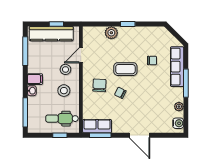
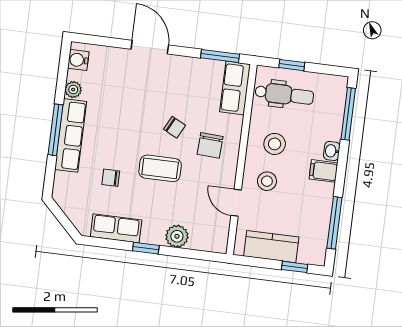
window: (56, 24) -> (295, 267), moved
row of seats: (146, 33) -> (116, 228), added
kitchen counter: (51, 34) -> (271, 247), width x0.67
door: (81, 55) -> (236, 203), swing flipped
row of seats: (177, 67) -> (71, 135), moved
row of seats: (97, 126) -> (235, 88), moved, turned 90

